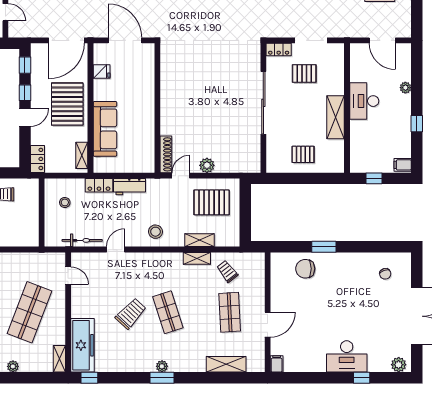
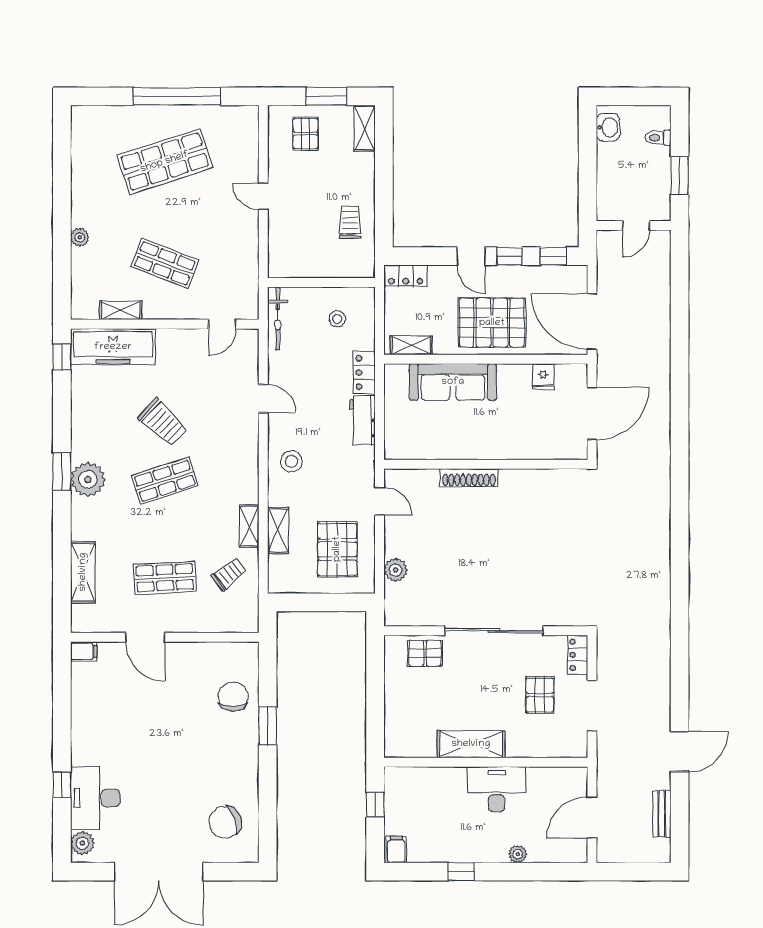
shoe rack: (166, 154) -> (469, 478), moved
pallet: (303, 154) -> (425, 653), moved, turned 90
plant: (207, 165) -> (396, 570), moved
bicycle: (82, 240) -> (278, 318), moved
chair: (385, 274) -> (225, 822), width x1.87, depth x1.87
shop shelf: (29, 312) -> (165, 263), width x0.70, depth x0.74
desk: (347, 356) -> (95, 798), moved
shelving: (59, 359) -> (121, 310), moved
plant: (162, 366) -> (88, 479), width x1.88, depth x1.88

